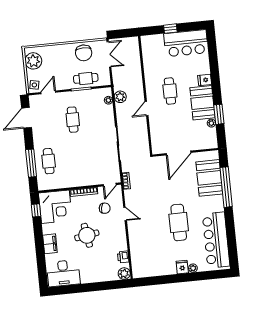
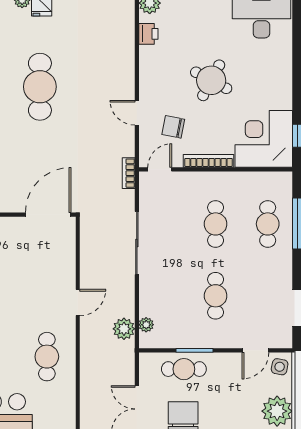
cafe table: (170, 91) -> (47, 357), moved
door: (179, 153) -> (48, 215), moved
cafe table: (77, 158) -> (216, 224), added
round table: (87, 235) -> (211, 80), turned 37
filing cabinet: (50, 244) -> (281, 72), removed

